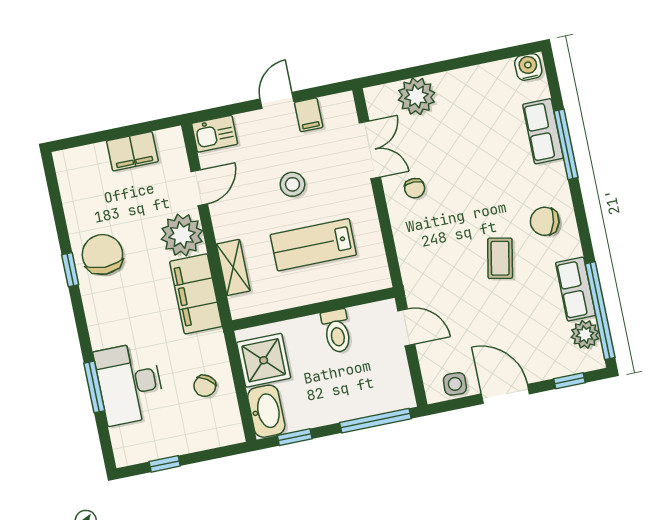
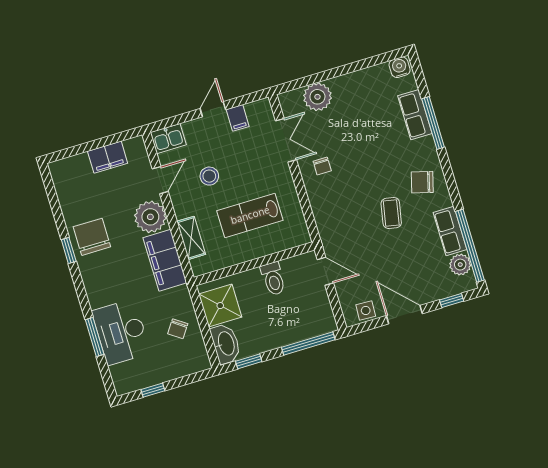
stool: (292, 184) -> (209, 176), moved

